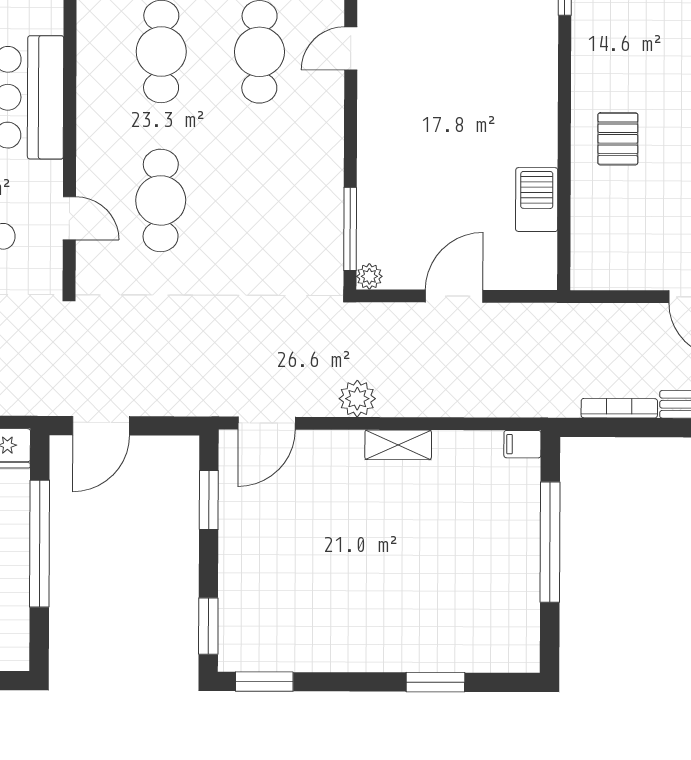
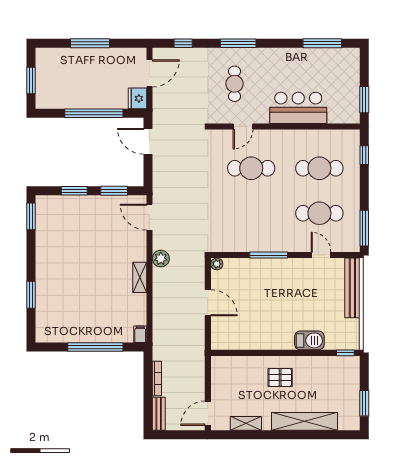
barbecue: (537, 200) -> (309, 340), moved
window: (350, 229) -> (269, 255), moved
window: (208, 626) -> (74, 191), moved

